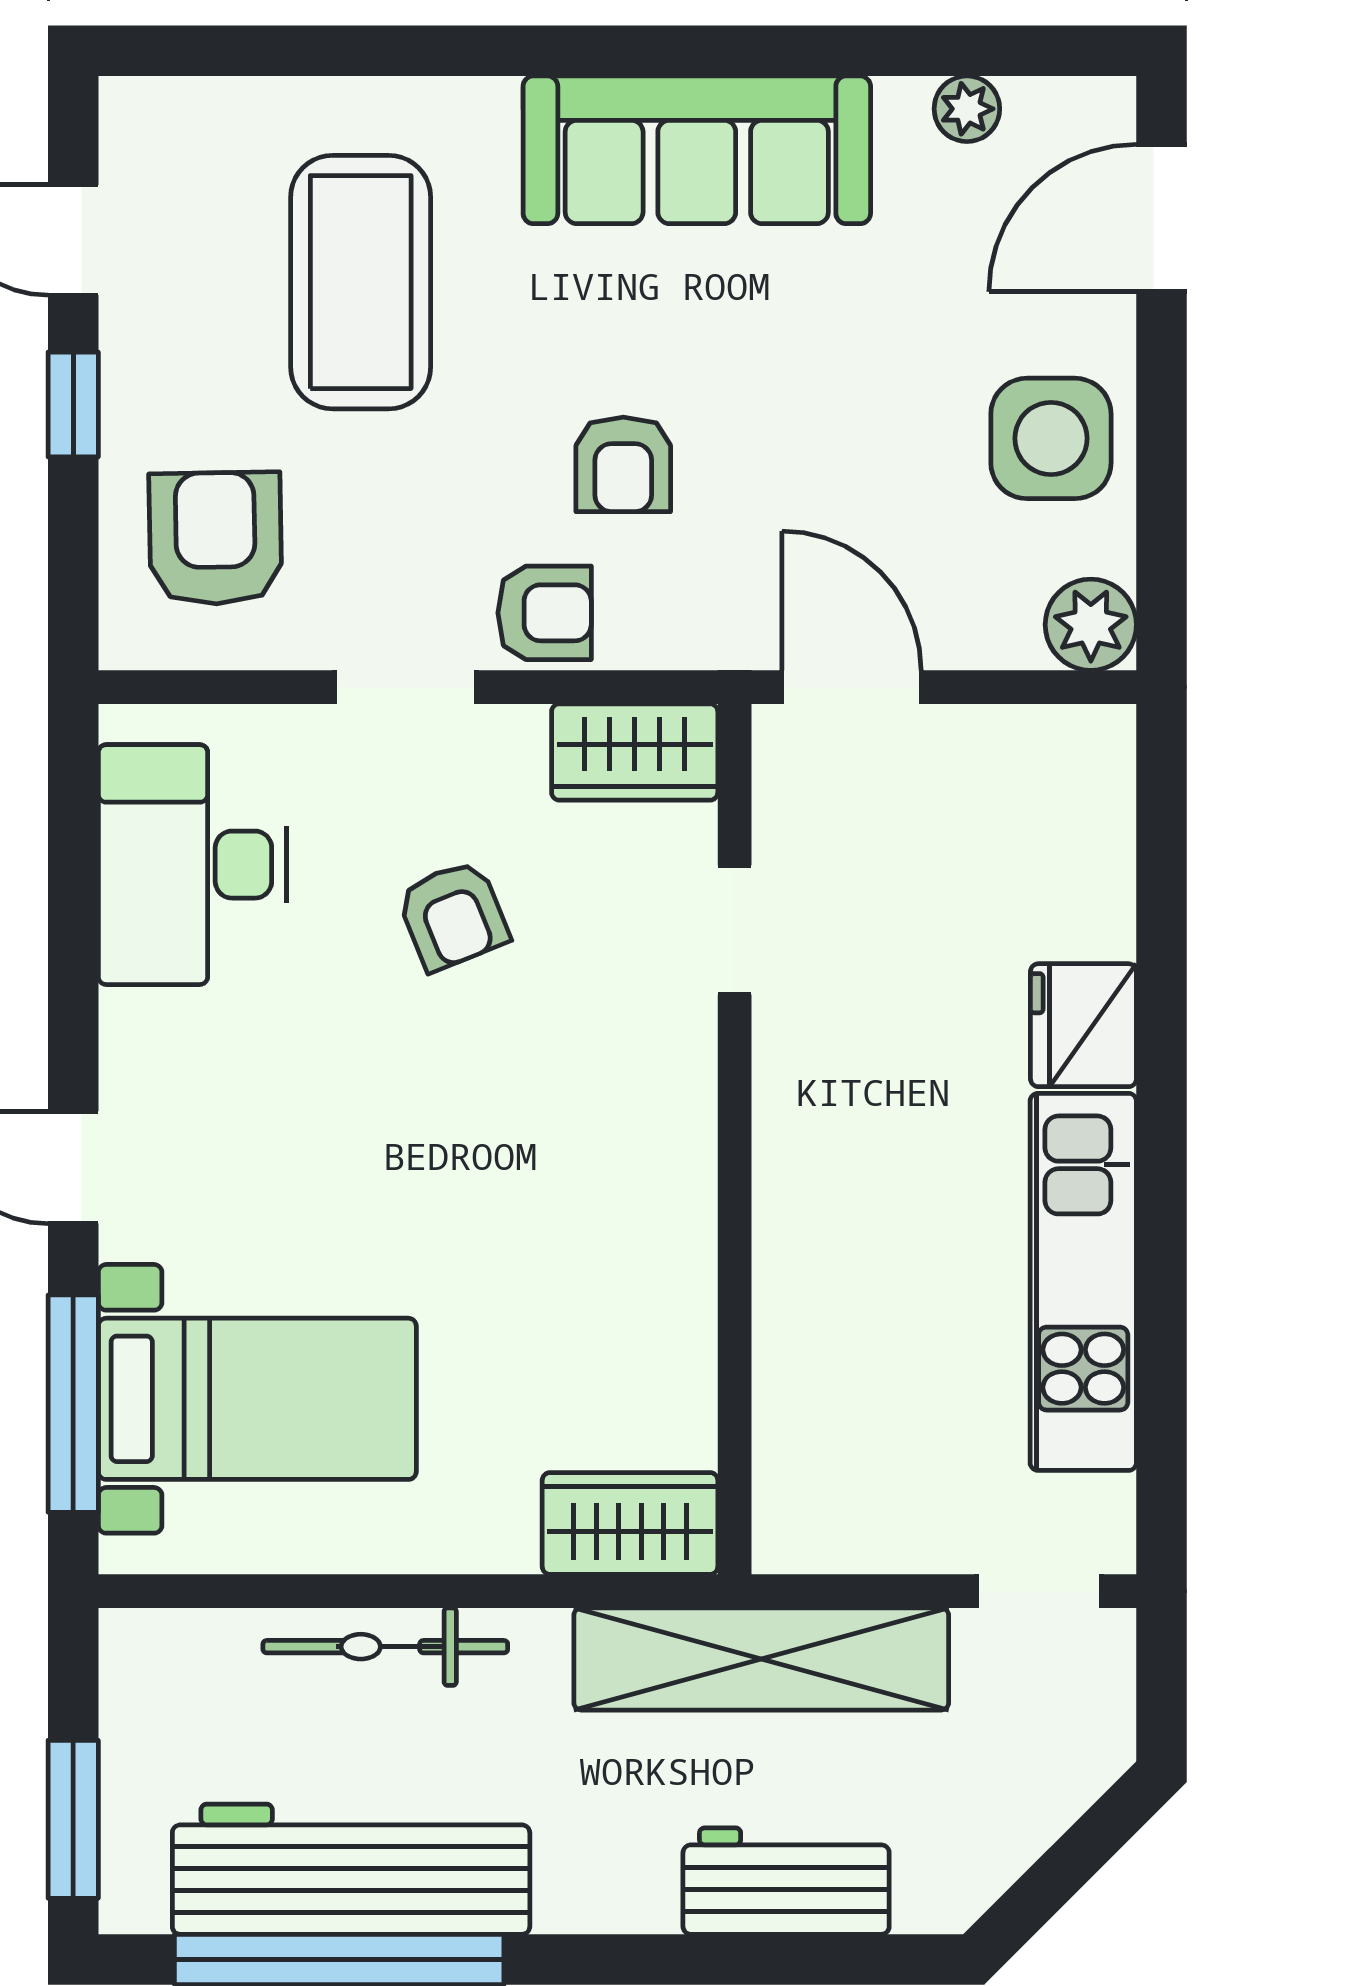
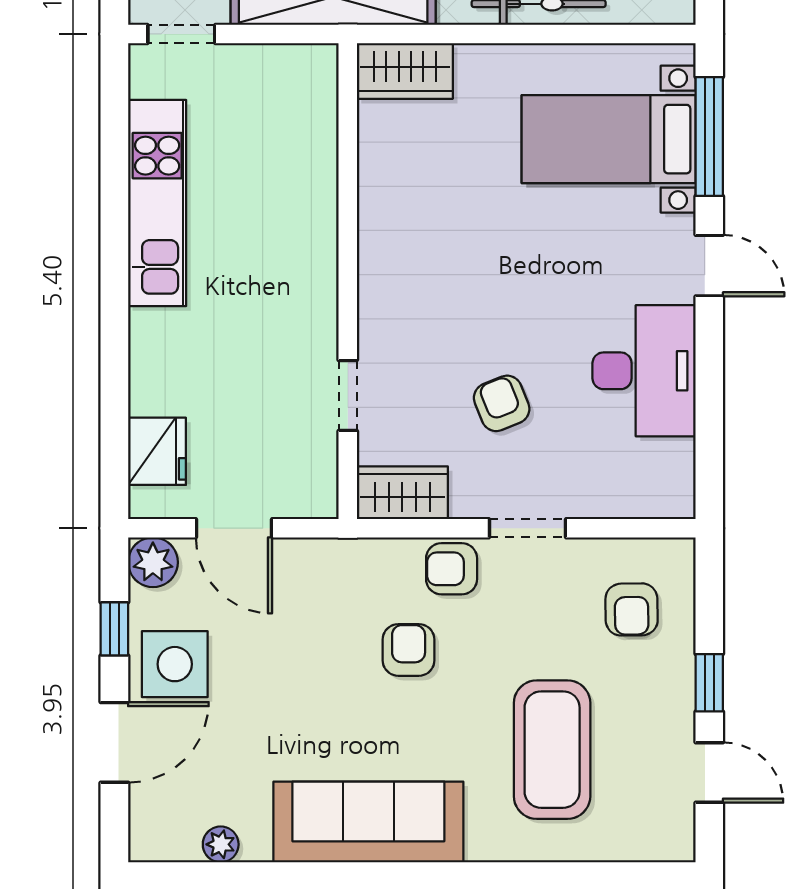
door: (1161, 218) -> (114, 742), moved
window: (1161, 503) -> (114, 629), added
armchair: (215, 538) -> (632, 609), width x0.72, depth x0.72
door: (851, 687) -> (234, 528), moved
desk: (193, 865) -> (644, 371), moved
fridge: (1083, 1025) -> (157, 451), moved

